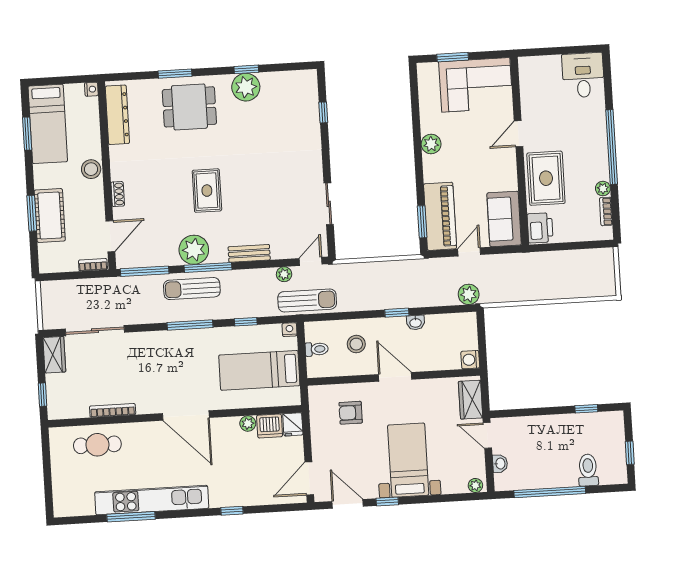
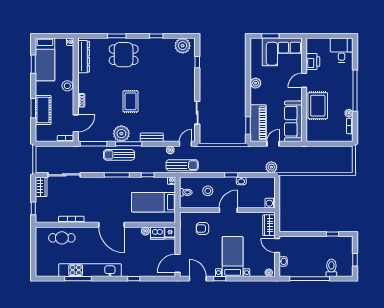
plant: (246, 87) -> (183, 46), moved
sofa: (504, 219) -> (293, 121), width x1.36
printer: (540, 228) -> (313, 62), moved
door: (395, 377) -> (228, 210), hinge flipped

